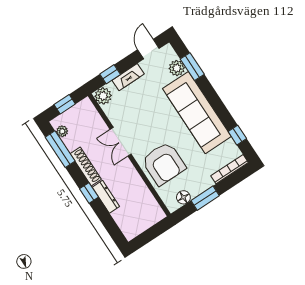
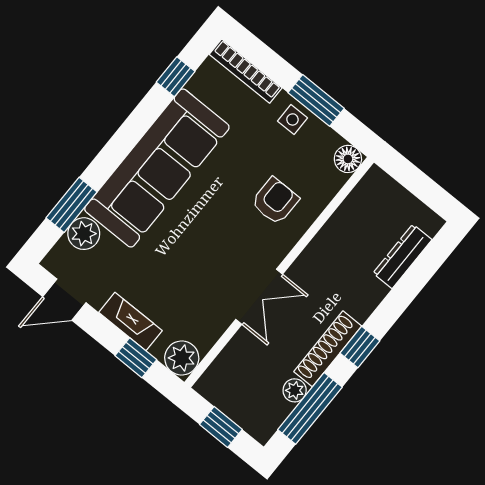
plant: (62, 131) -> (295, 390), moved
armchair: (164, 164) -> (275, 201), width x0.53, depth x0.53
side table: (200, 184) -> (292, 119), added
window: (89, 193) -> (360, 347), moved
dresser: (106, 197) -> (402, 256), moved
floor lamp: (183, 197) -> (348, 159), moved

